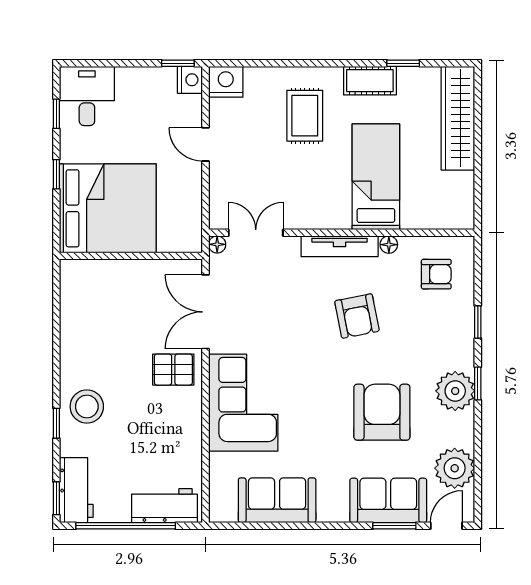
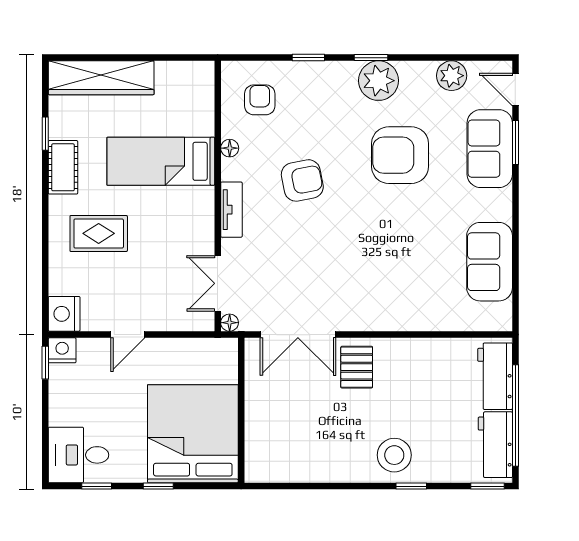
tv unit: (340, 246) -> (231, 210), width x0.71
corner sofa: (243, 403) -> (390, 296), removed
plant: (455, 468) -> (452, 76), width x0.73, depth x0.73
workbench: (76, 490) -> (495, 445), moved, turned -90

